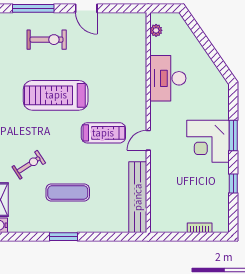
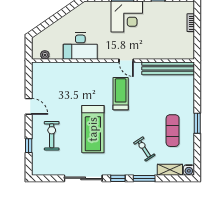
window: (33, 8) -> (29, 146), width x0.46
door: (86, 8) -> (29, 106), hinge flipped
exercise mat: (68, 193) -> (173, 131), moved

